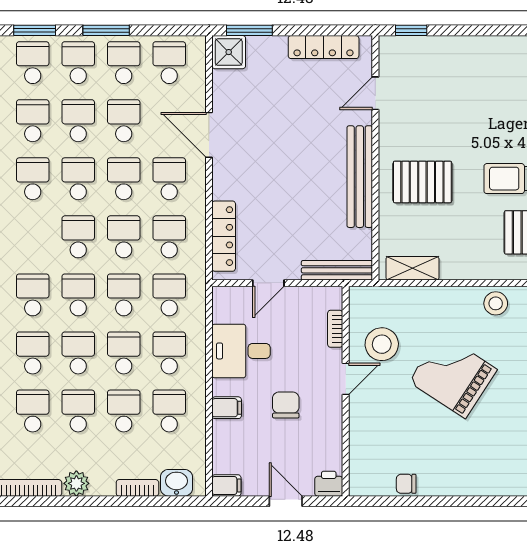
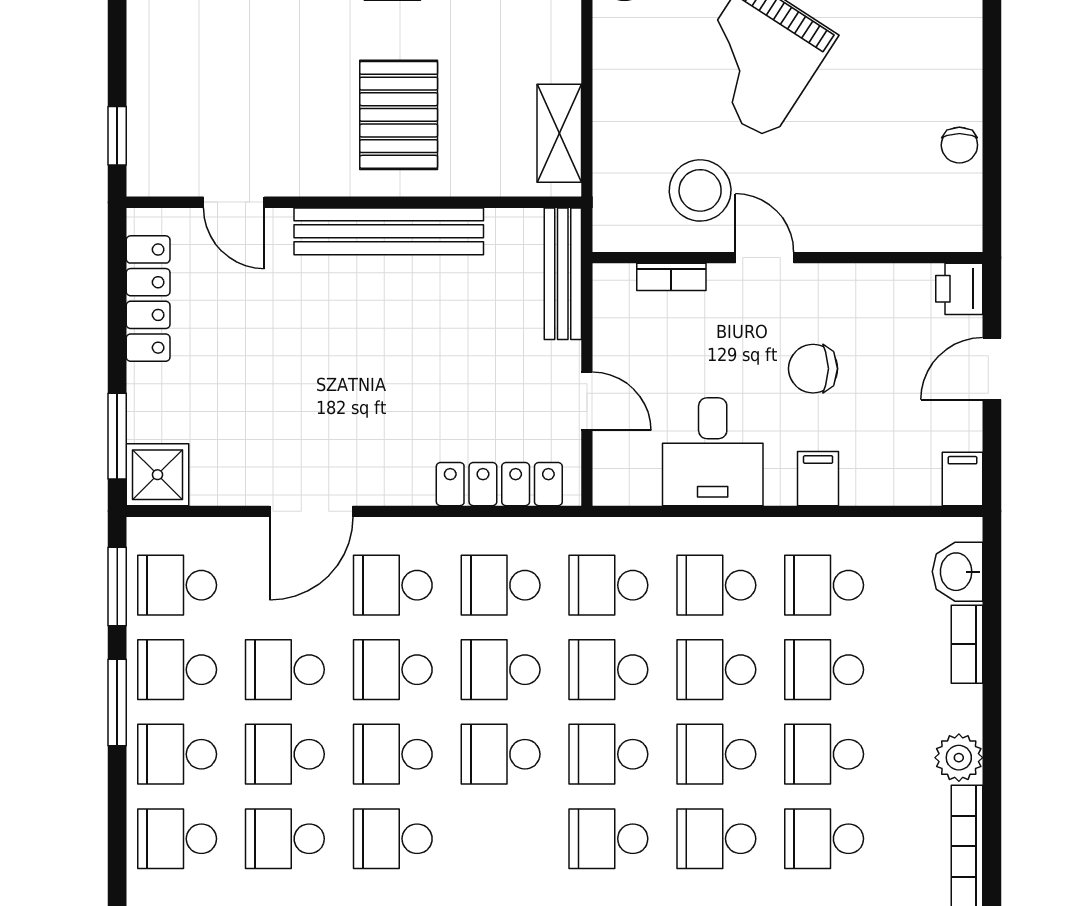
window: (35, 30) -> (117, 586), moved

